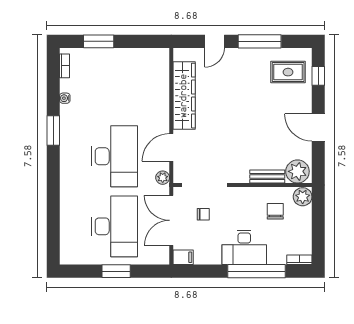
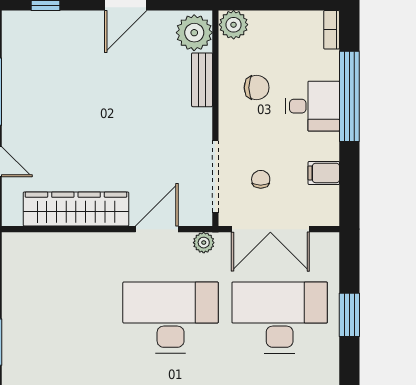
rug: (288, 72) -> (40, 47), removed
door: (171, 147) -> (157, 229), swing flipped
chair: (275, 211) -> (257, 88), moved, turned 180
desk: (244, 247) -> (312, 106), width x0.73
filing cabinet: (183, 257) -> (324, 173), moved, turned -90

